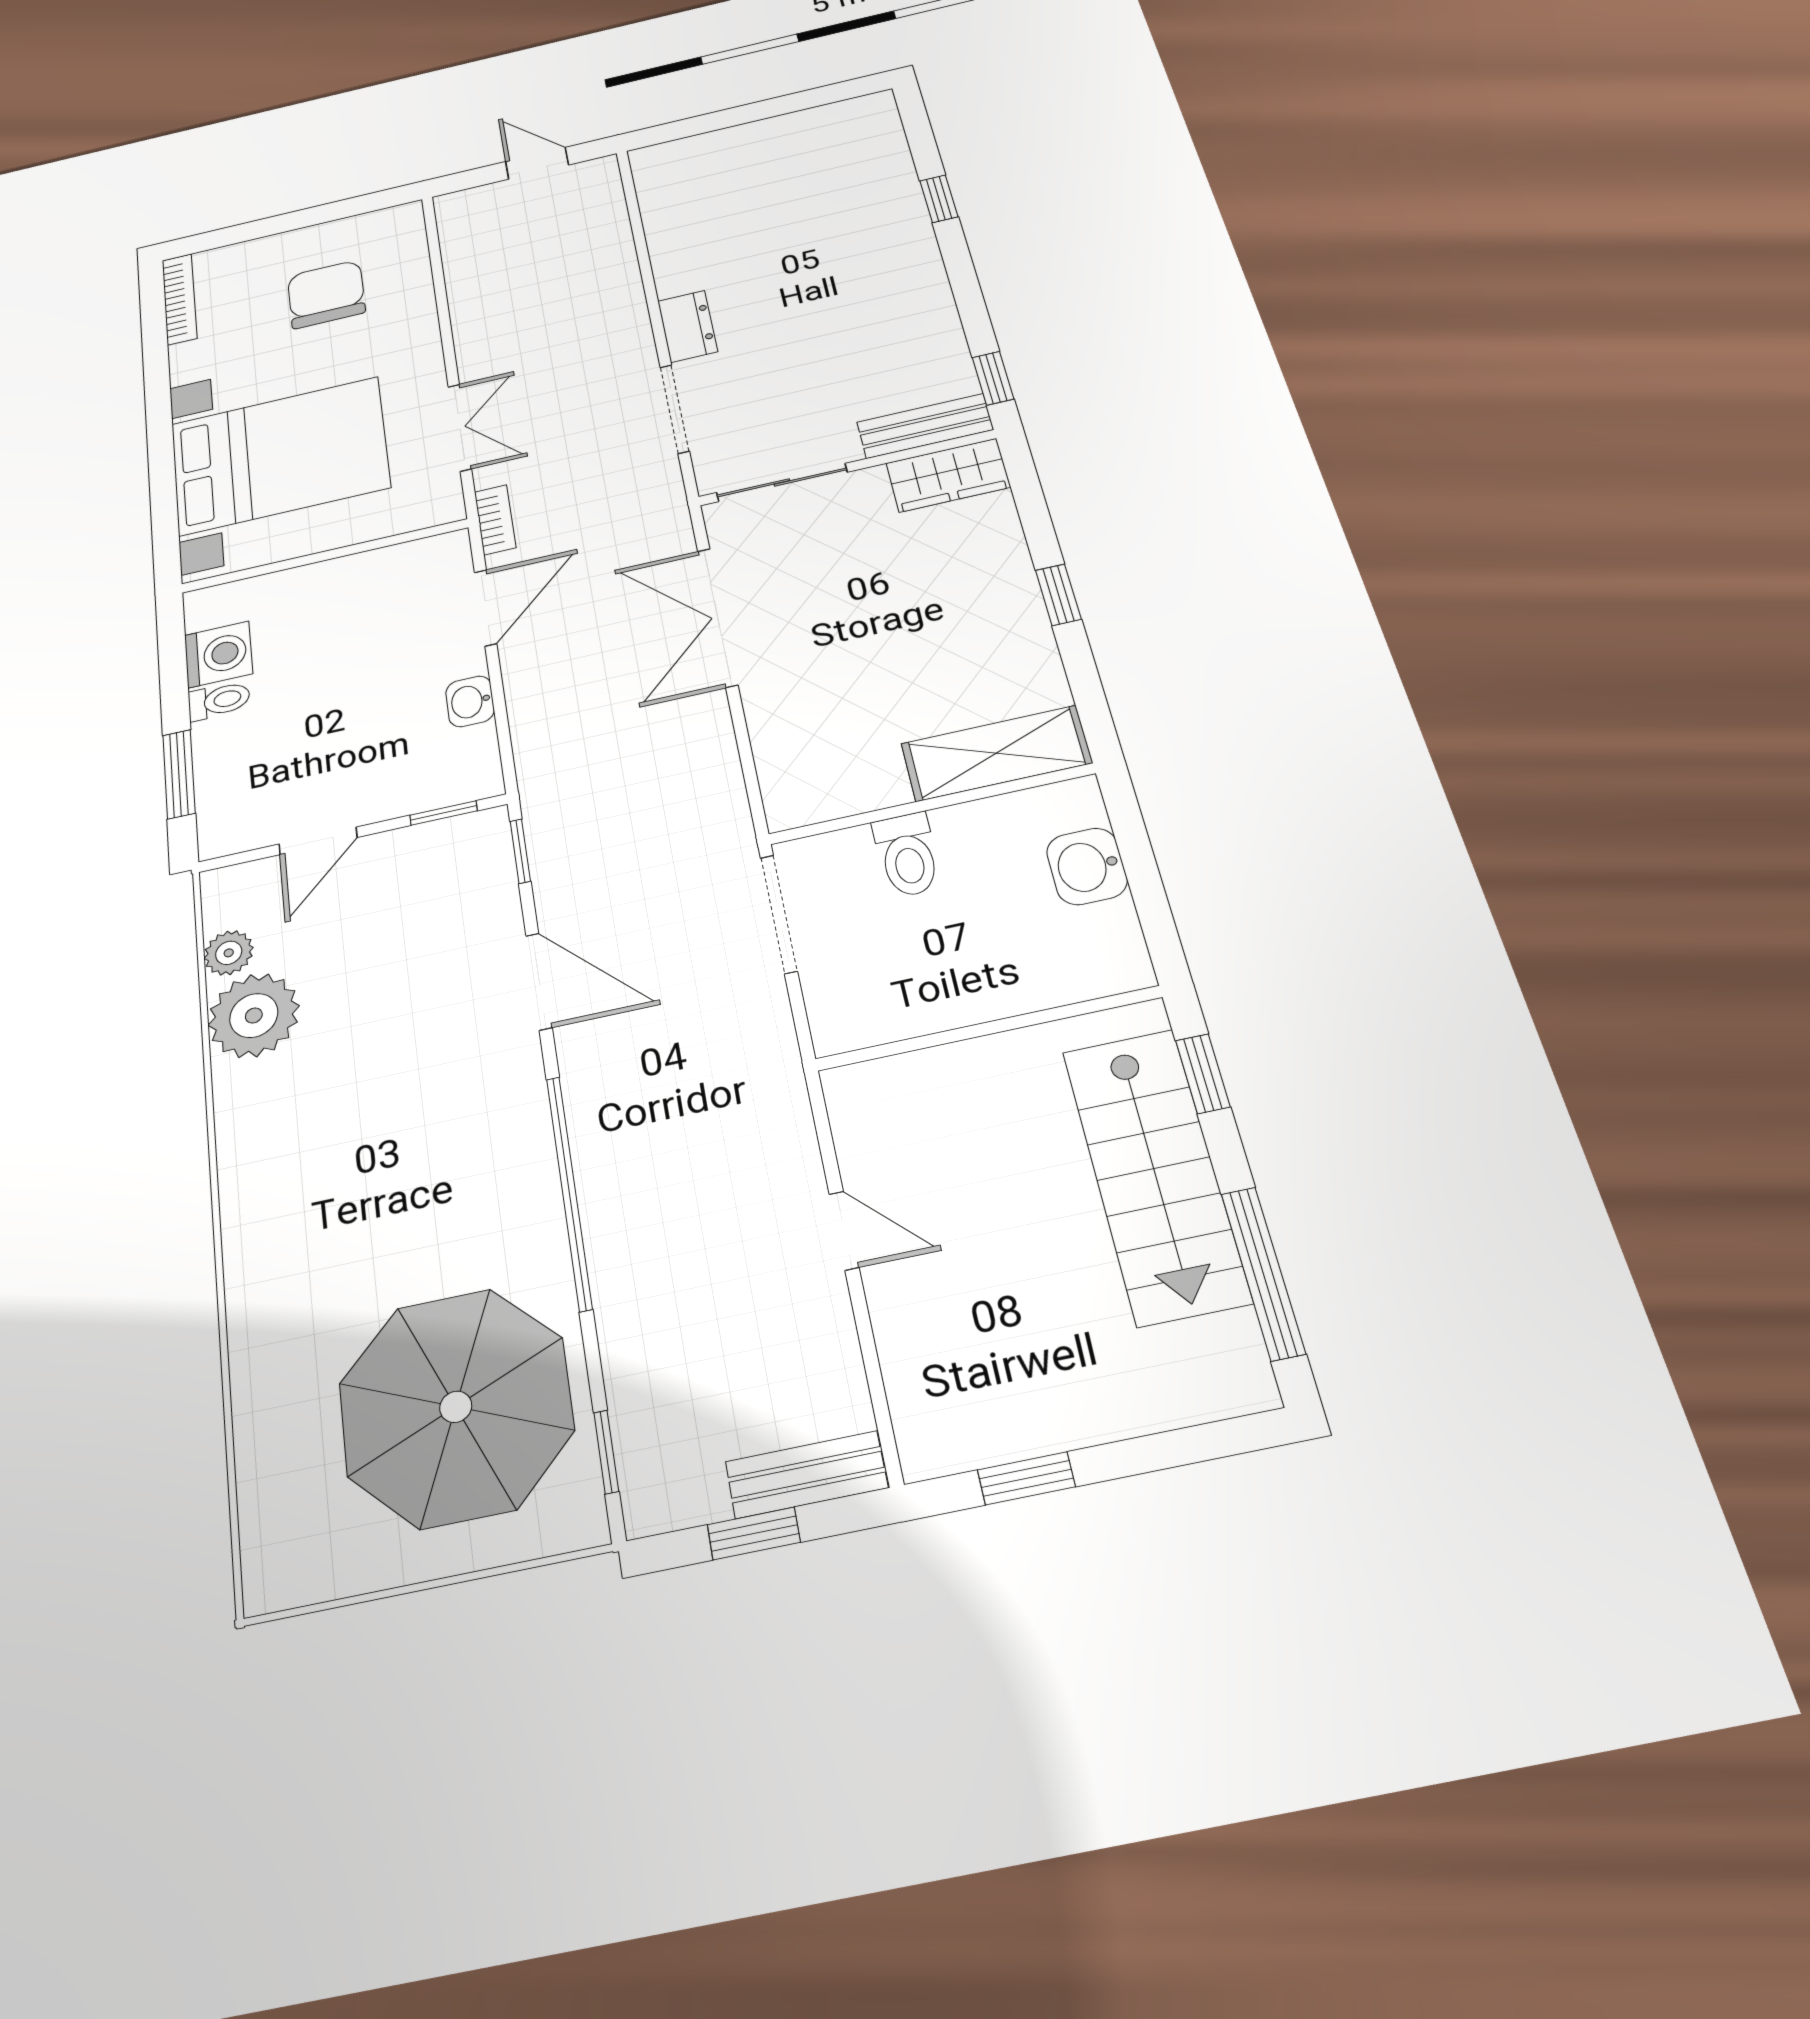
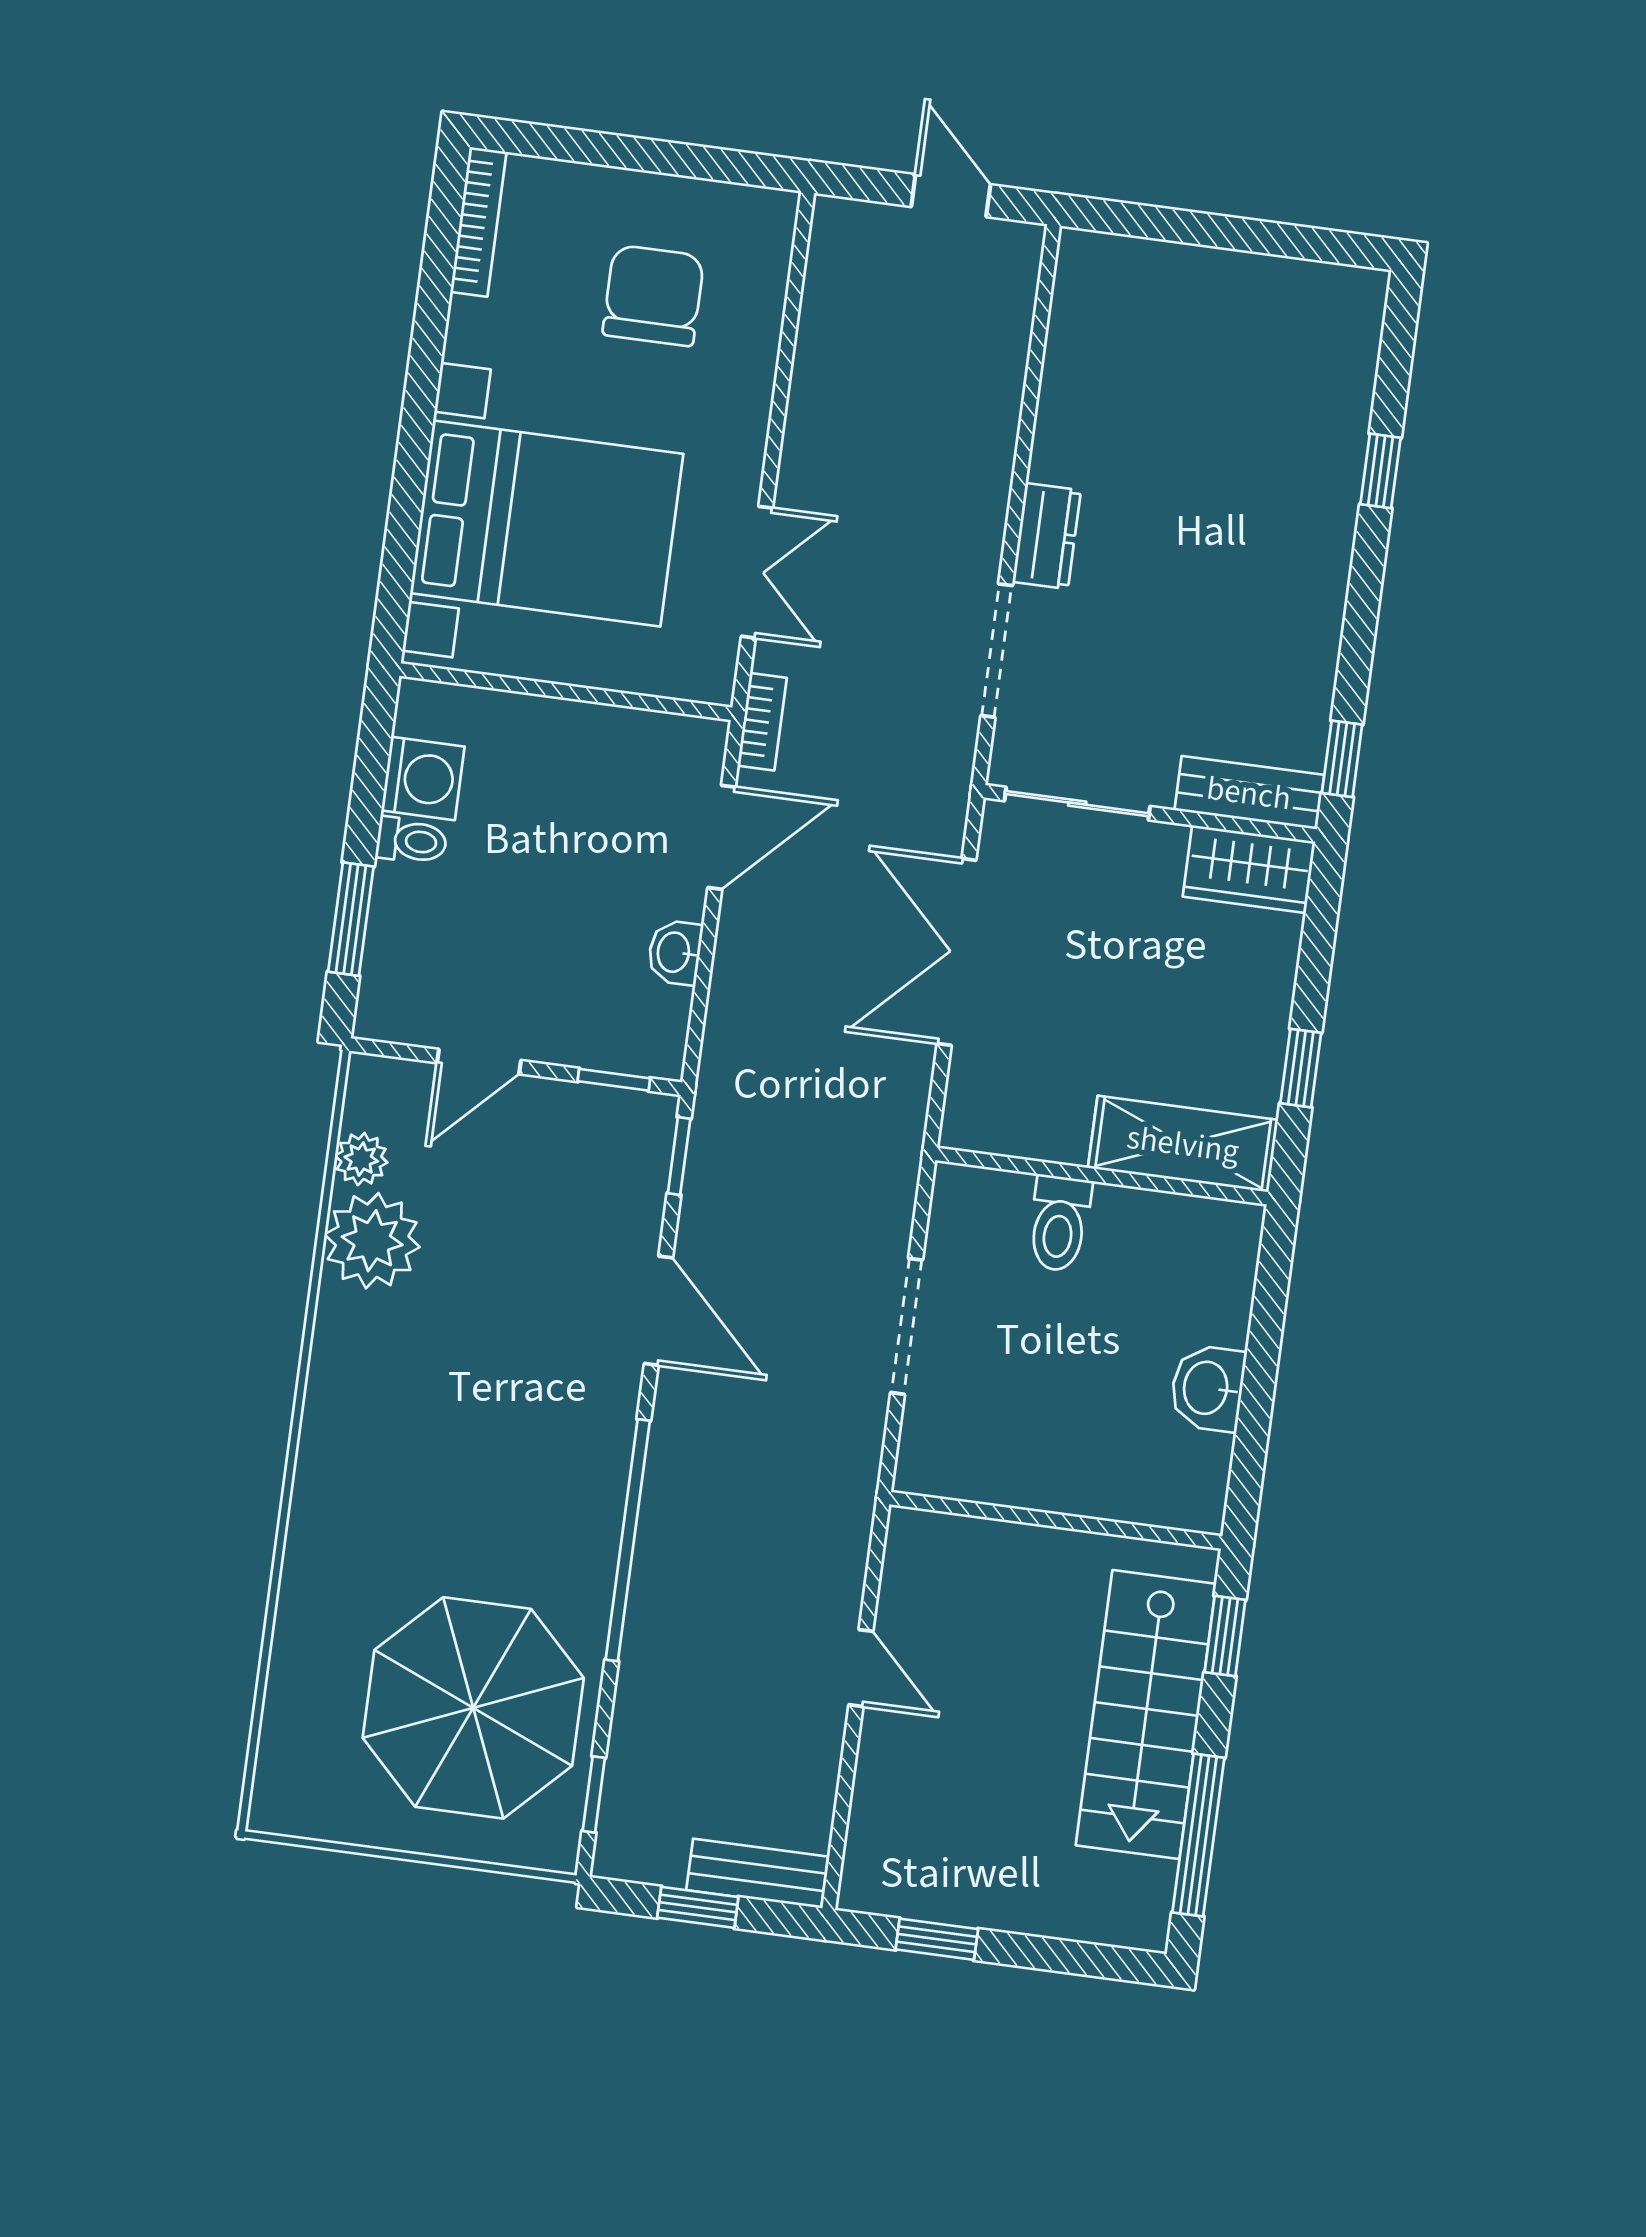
shelving: (996, 753) -> (1183, 1144), moved
wall: (931, 804) -> (1102, 1176), moved
toilet: (907, 855) -> (1059, 1223), moved

